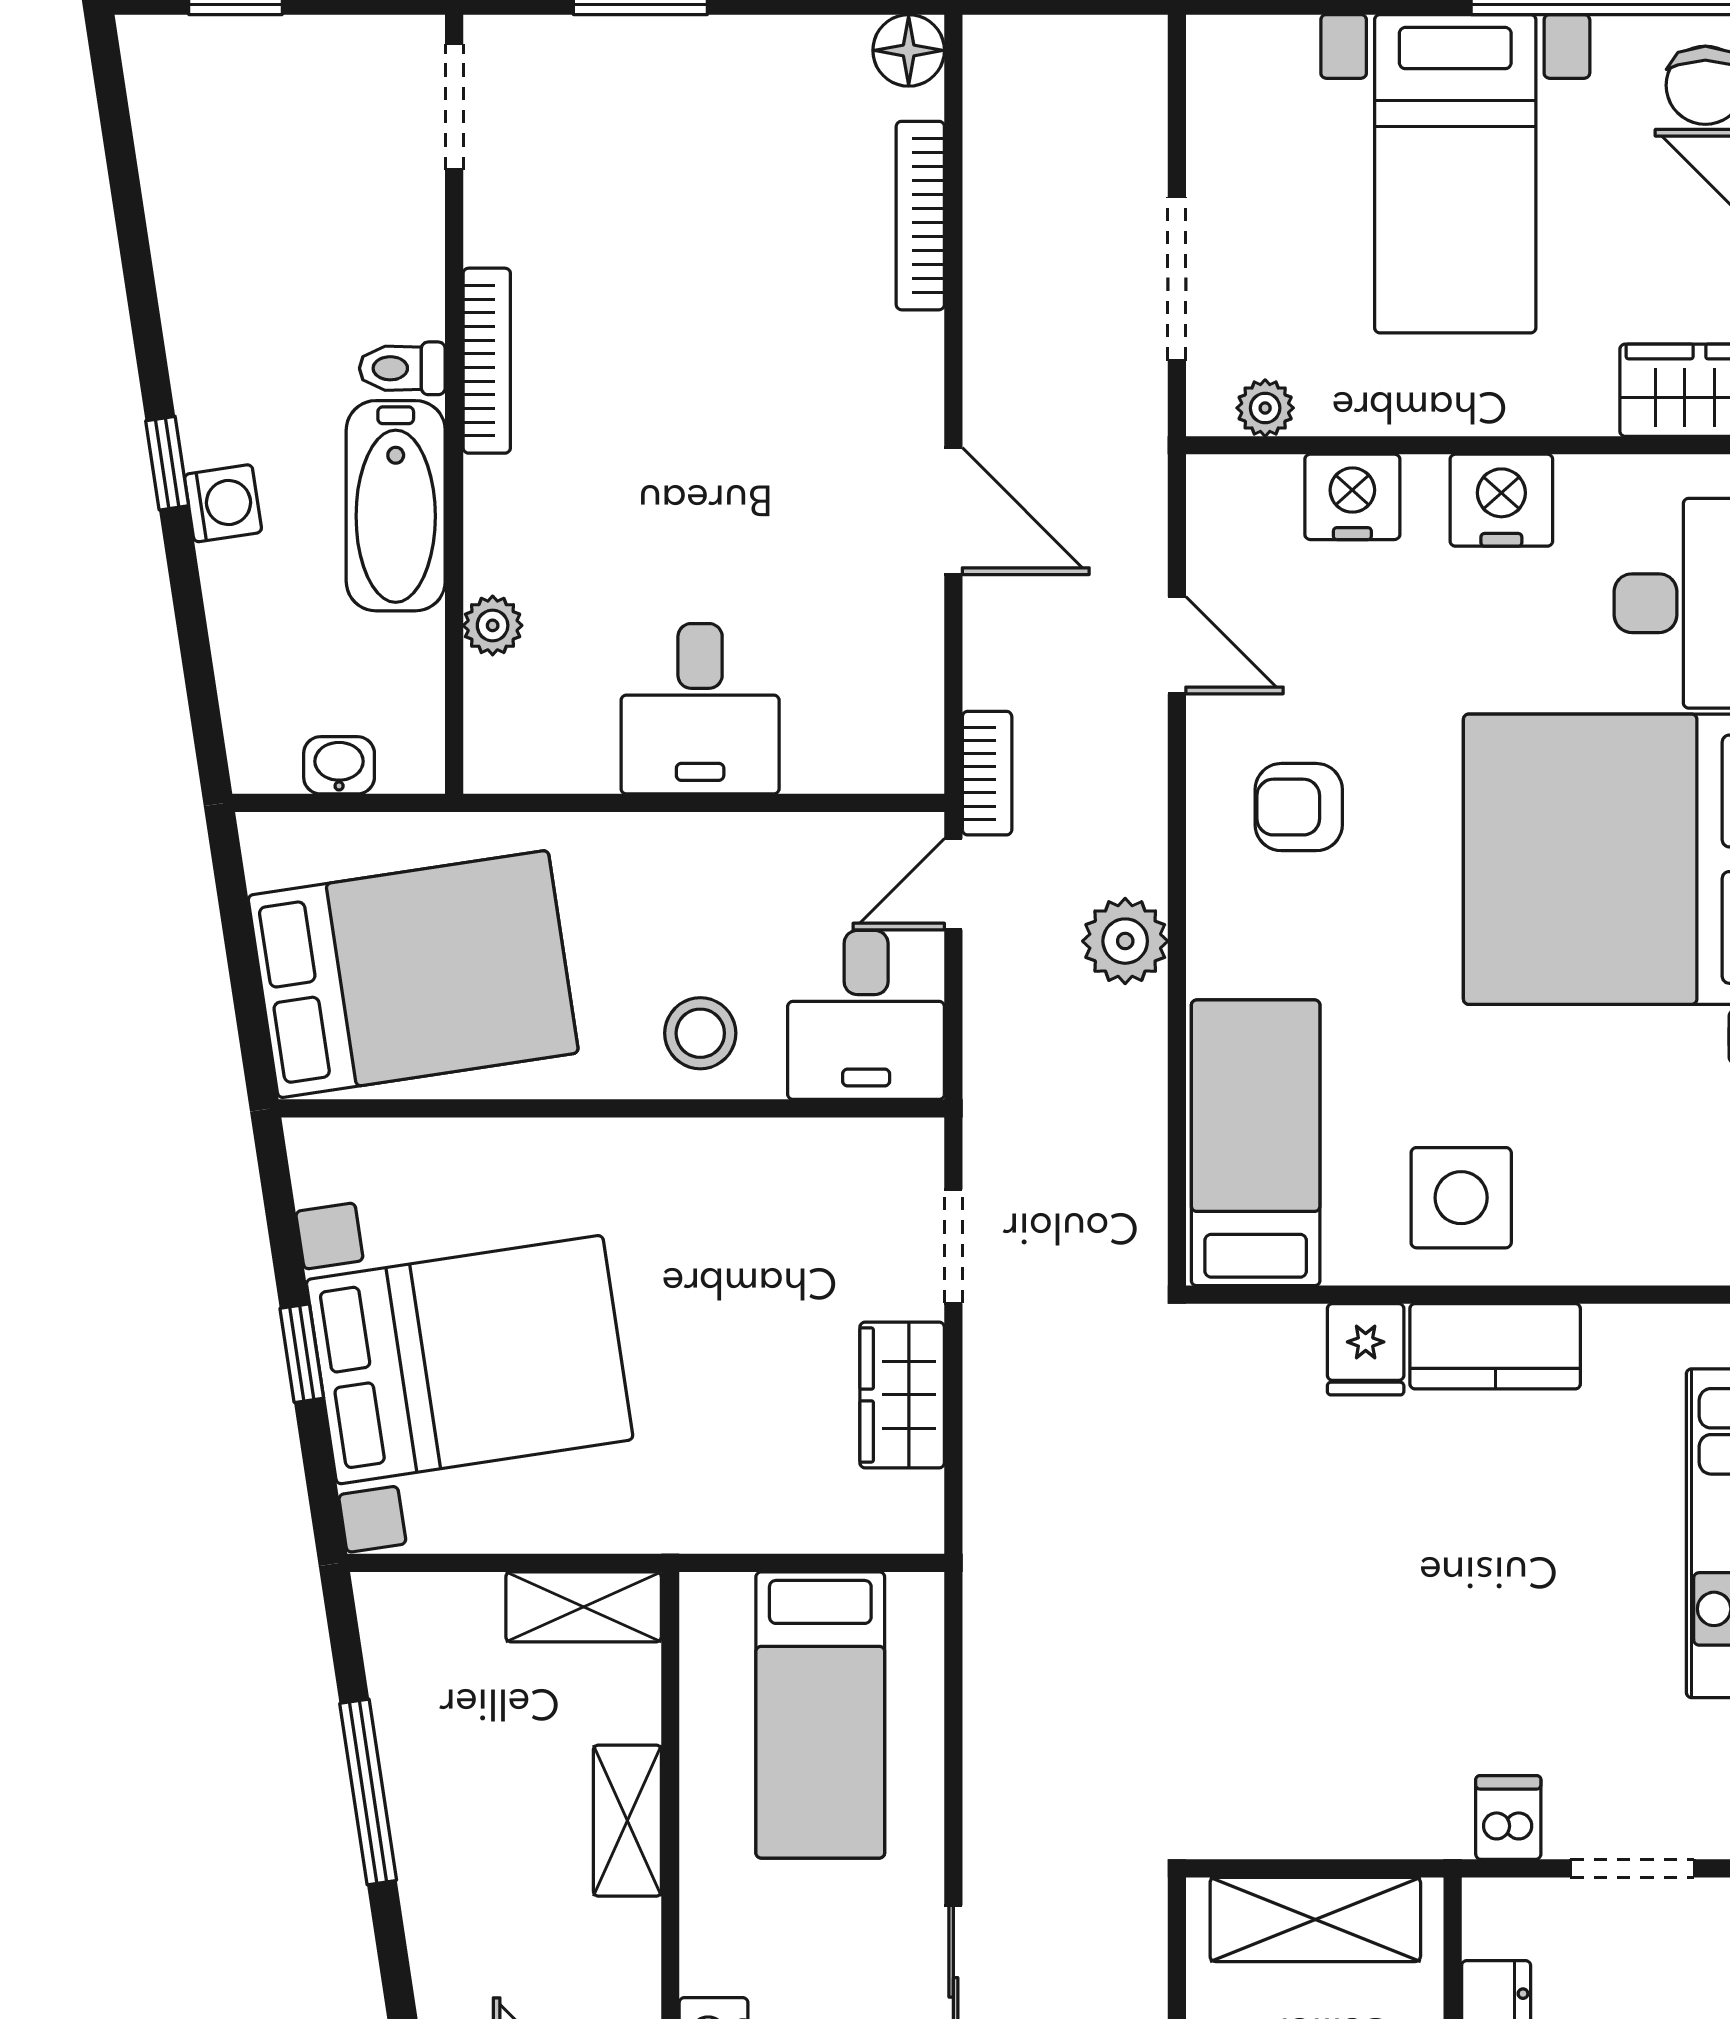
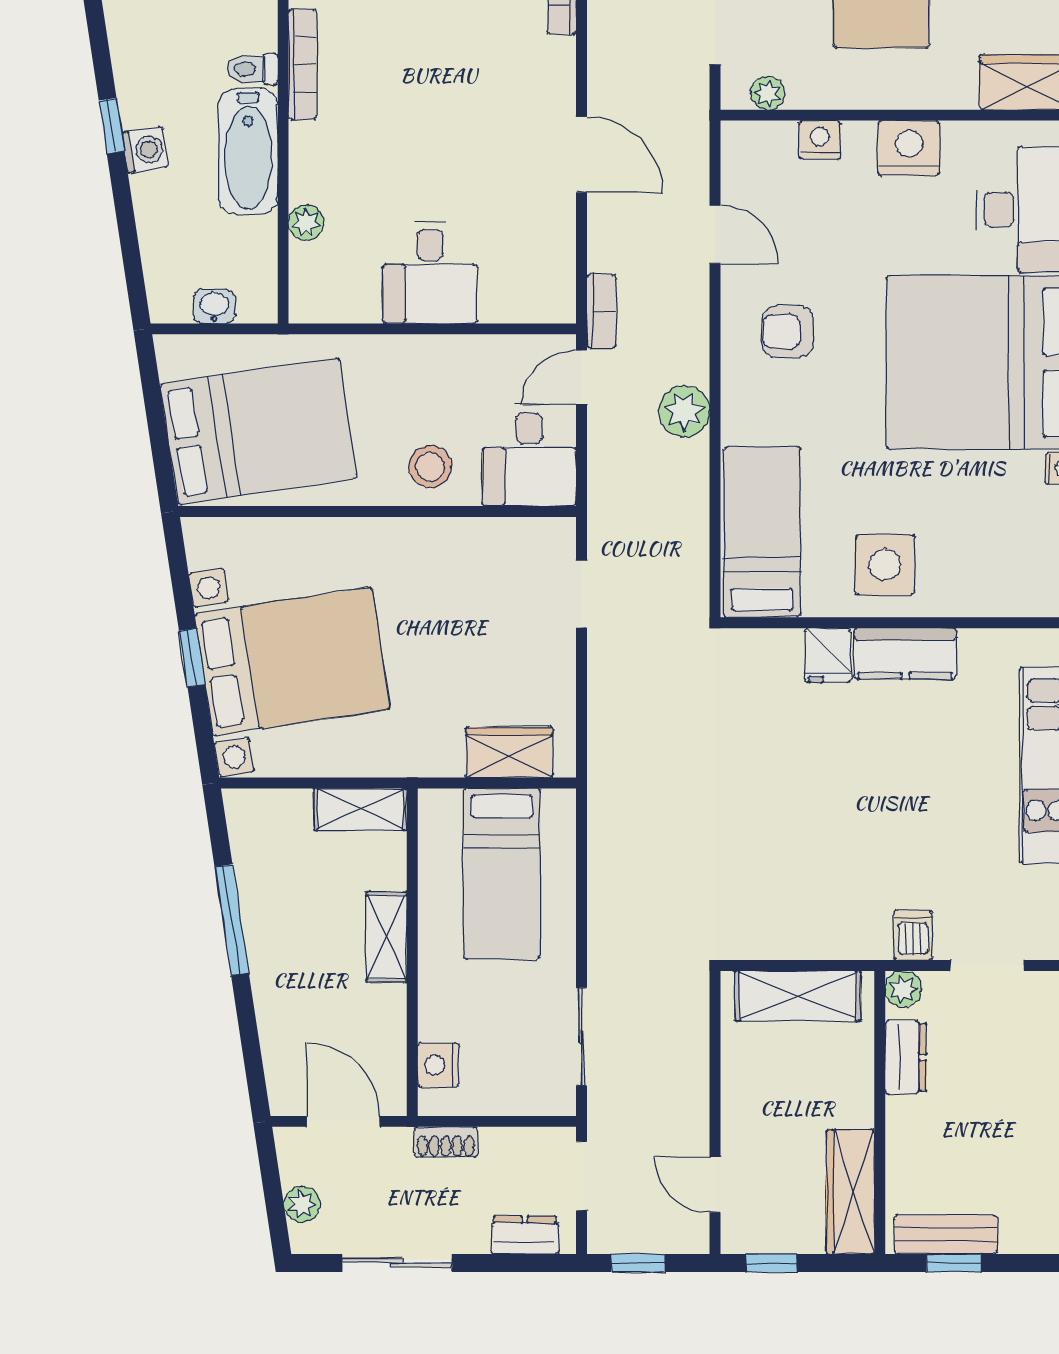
nightstand: (1352, 497) -> (820, 140), width x0.74, depth x0.75
wardrobe: (902, 1395) -> (509, 752), moved, turned 90
plant: (1492, 1908) -> (903, 989), added

